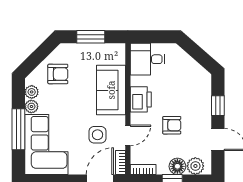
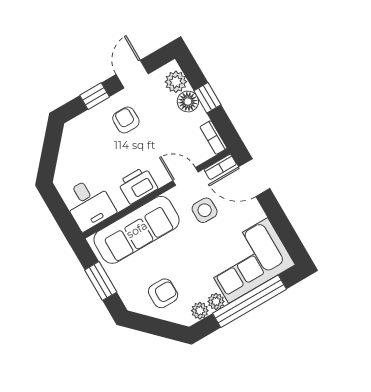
armchair: (58, 74) -> (163, 293), turned 90
sofa: (111, 90) -> (137, 230), width x1.36
armchair: (172, 125) -> (126, 120), moved
window: (18, 129) -> (249, 301), width x1.46

